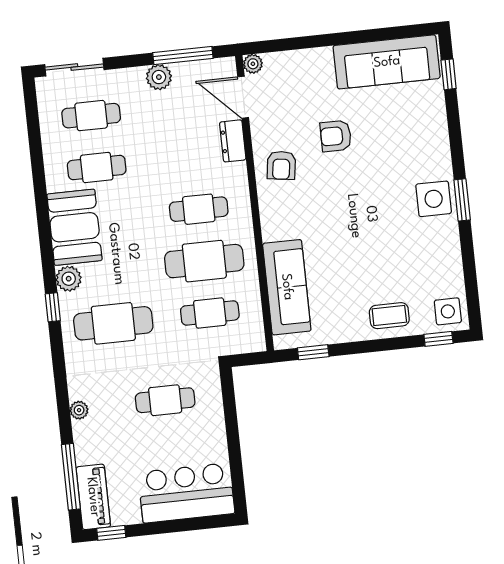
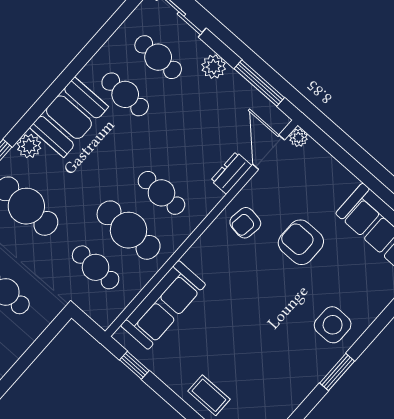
plant: (159, 77) -> (214, 67), moved
armchair: (336, 136) -> (301, 242), width x1.38, depth x1.38
side table: (434, 199) -> (333, 325), moved

